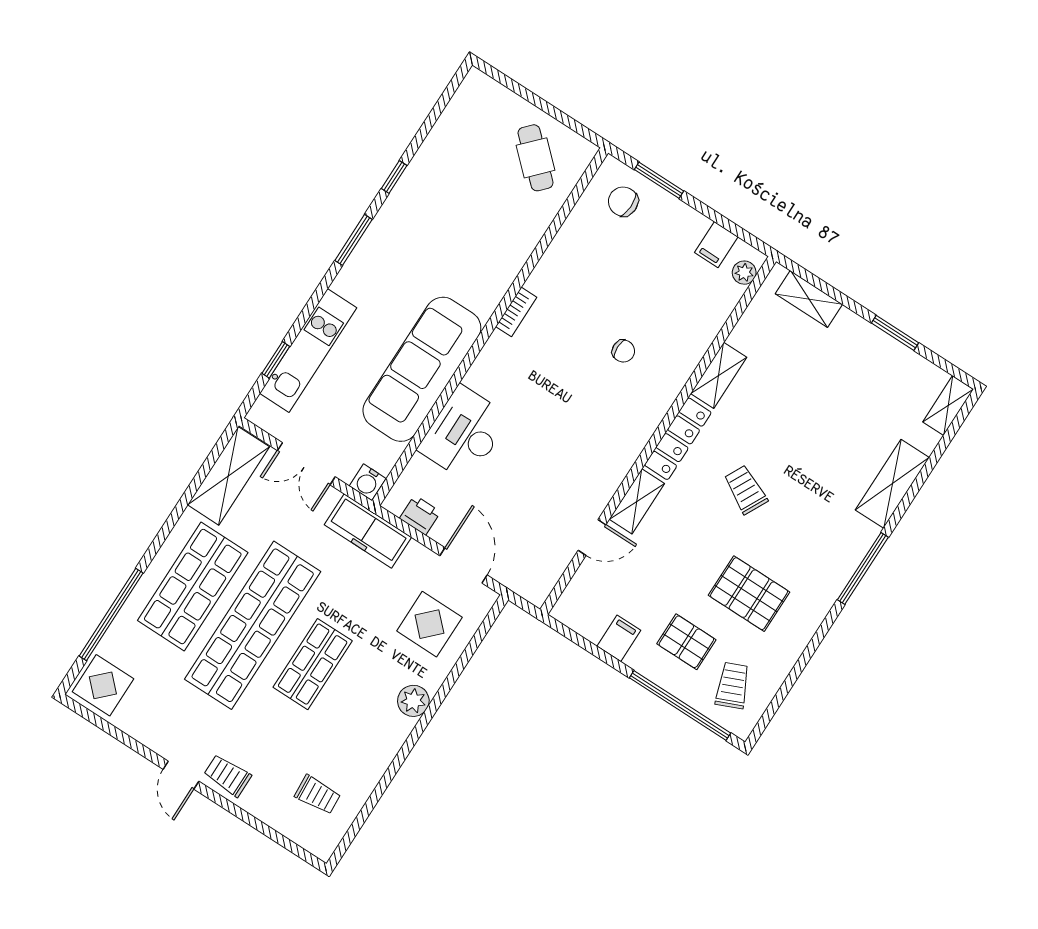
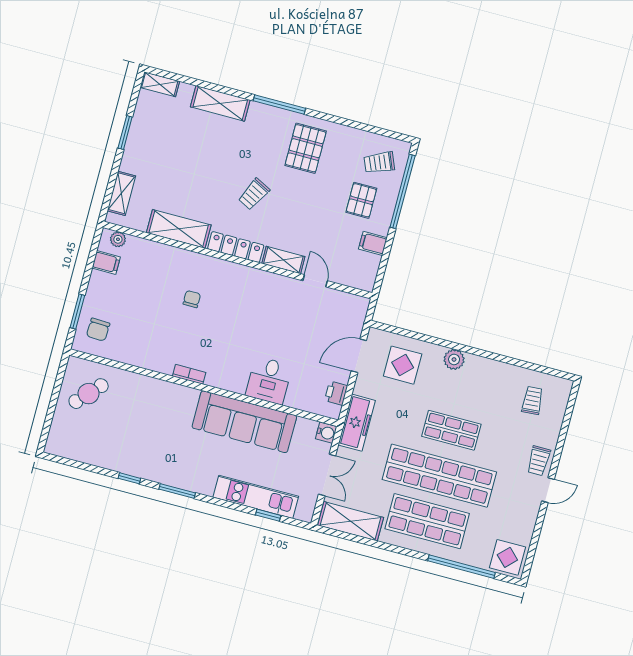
shelving: (719, 375) -> (179, 229), width x1.50, depth x1.33
desk: (464, 433) -> (269, 380), width x0.73
pallet: (749, 594) -> (306, 148), moved

